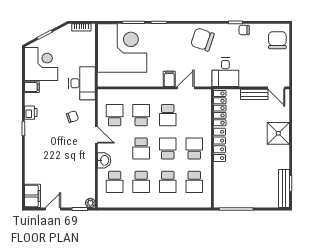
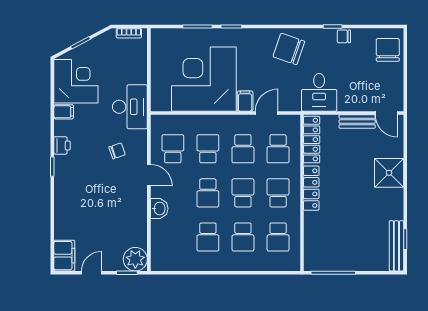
corner desk: (122, 48) -> (204, 79), moved, turned -90
school desk: (115, 182) -> (278, 149), moved
plant: (90, 203) -> (135, 259), width x1.88, depth x1.88

